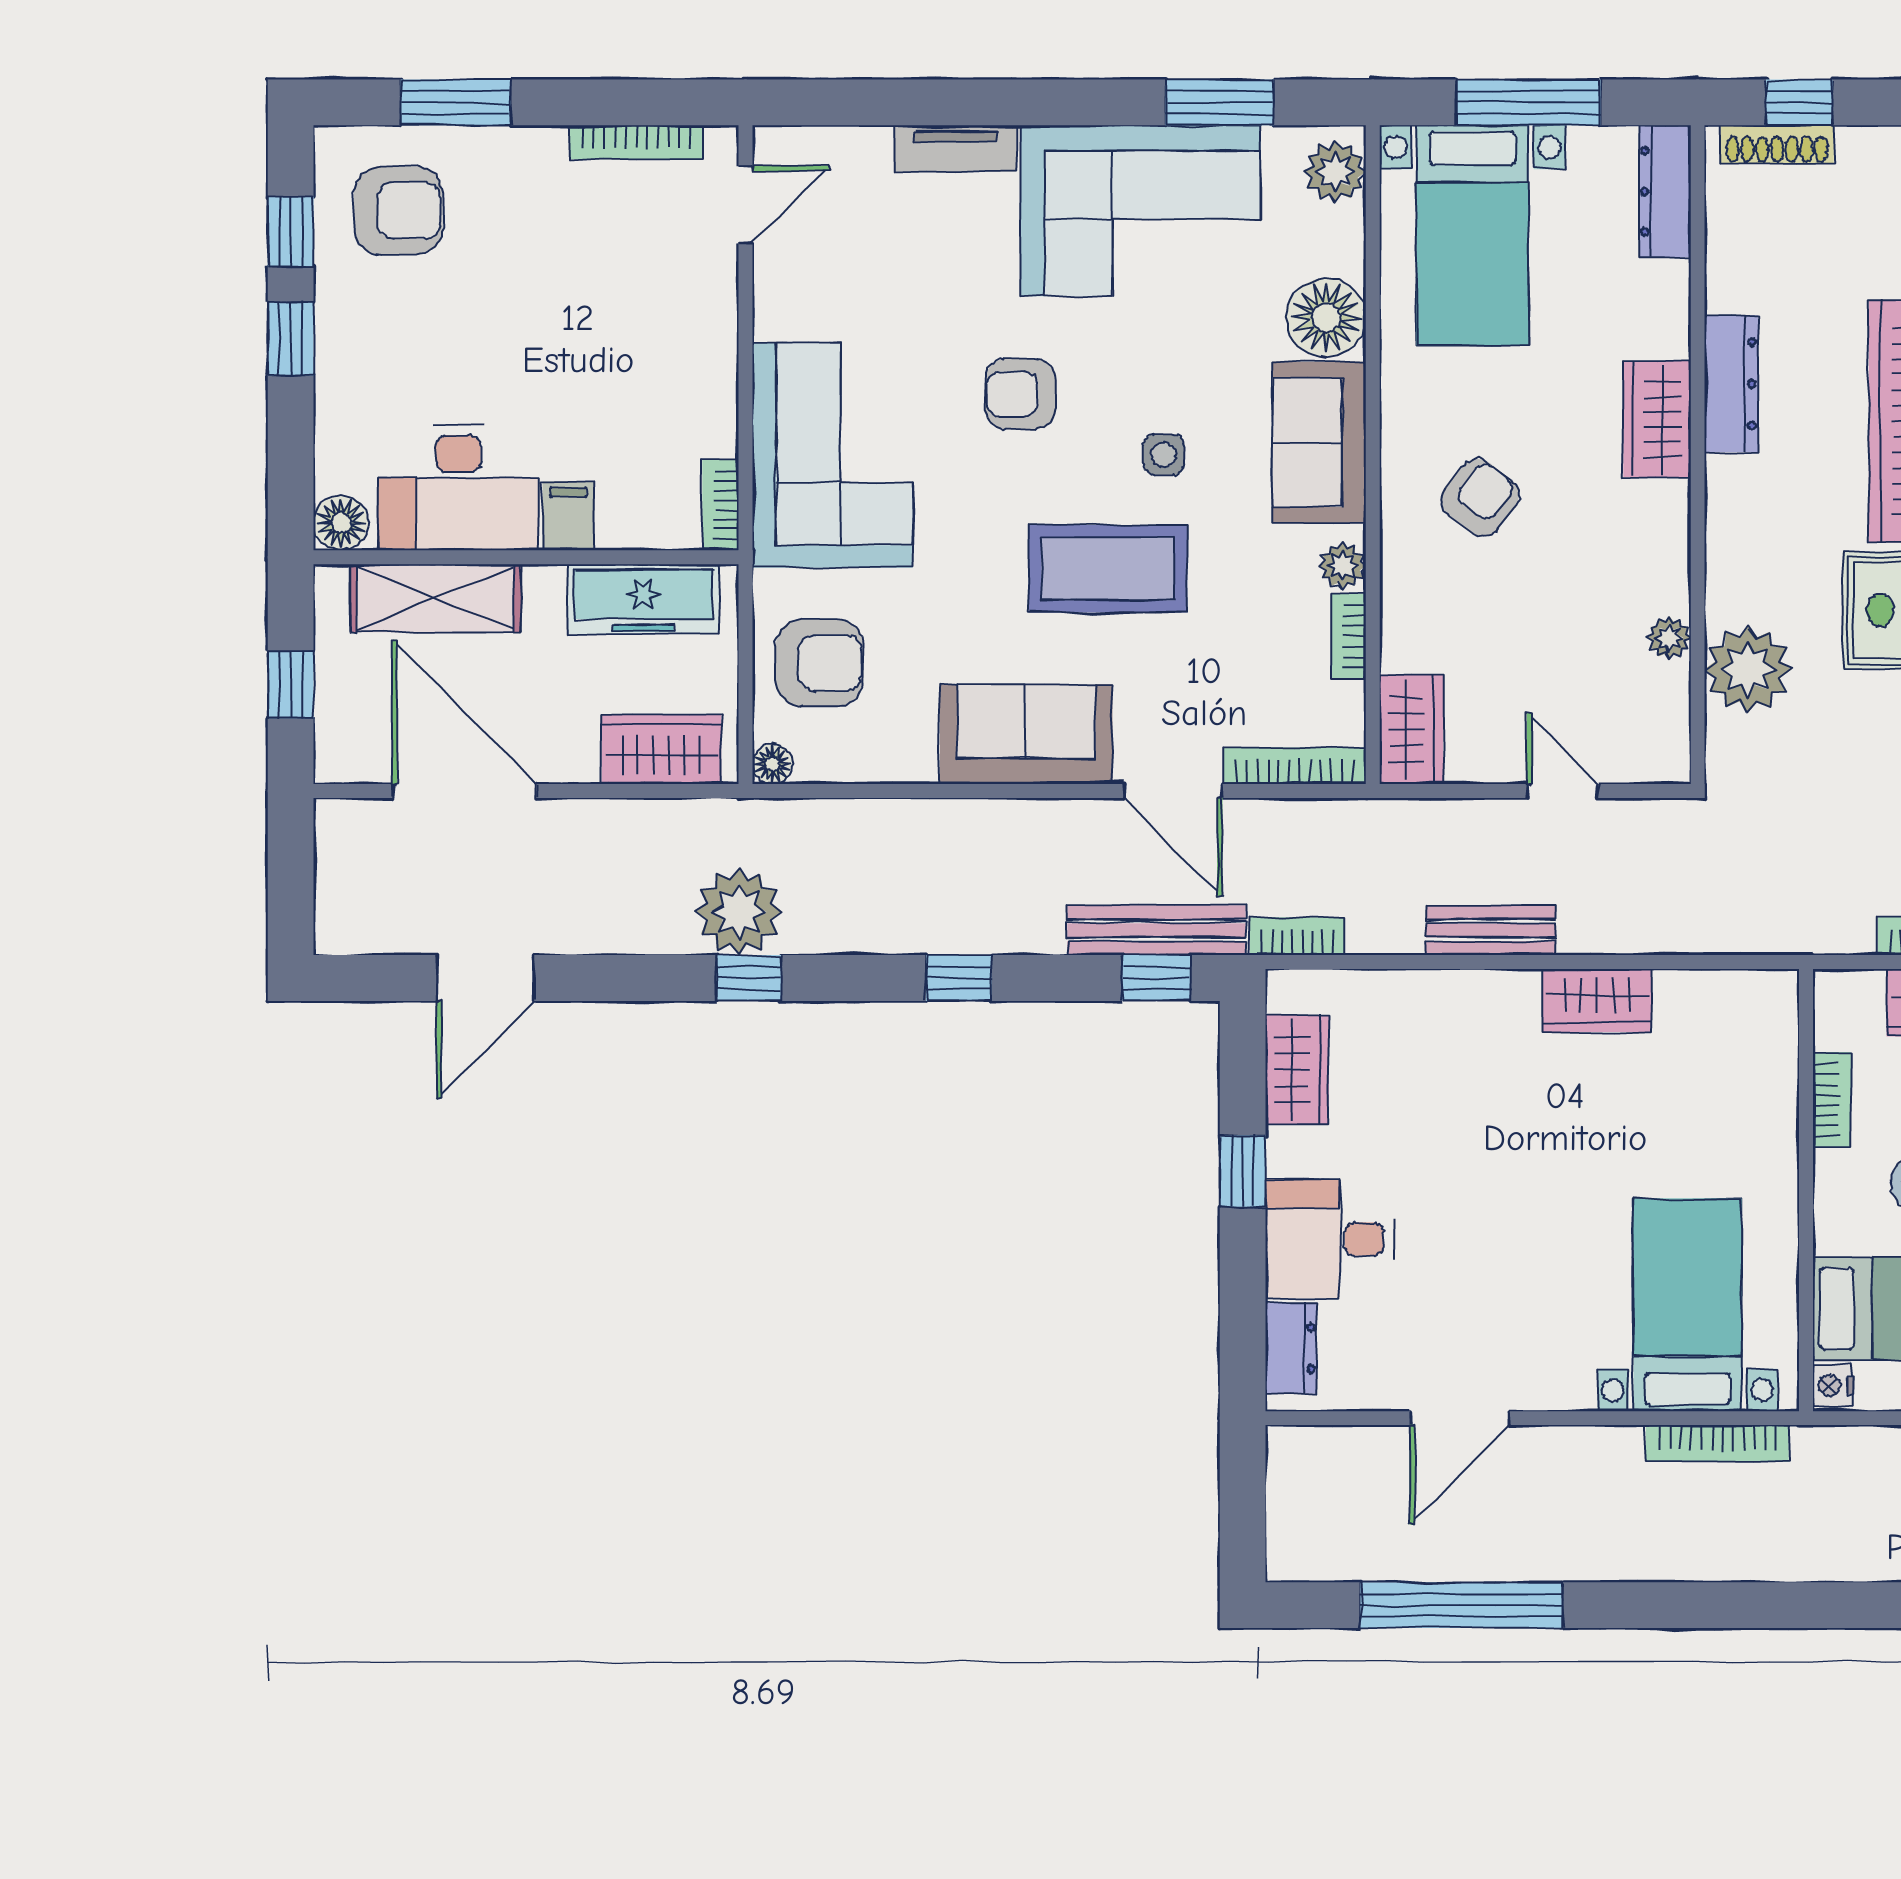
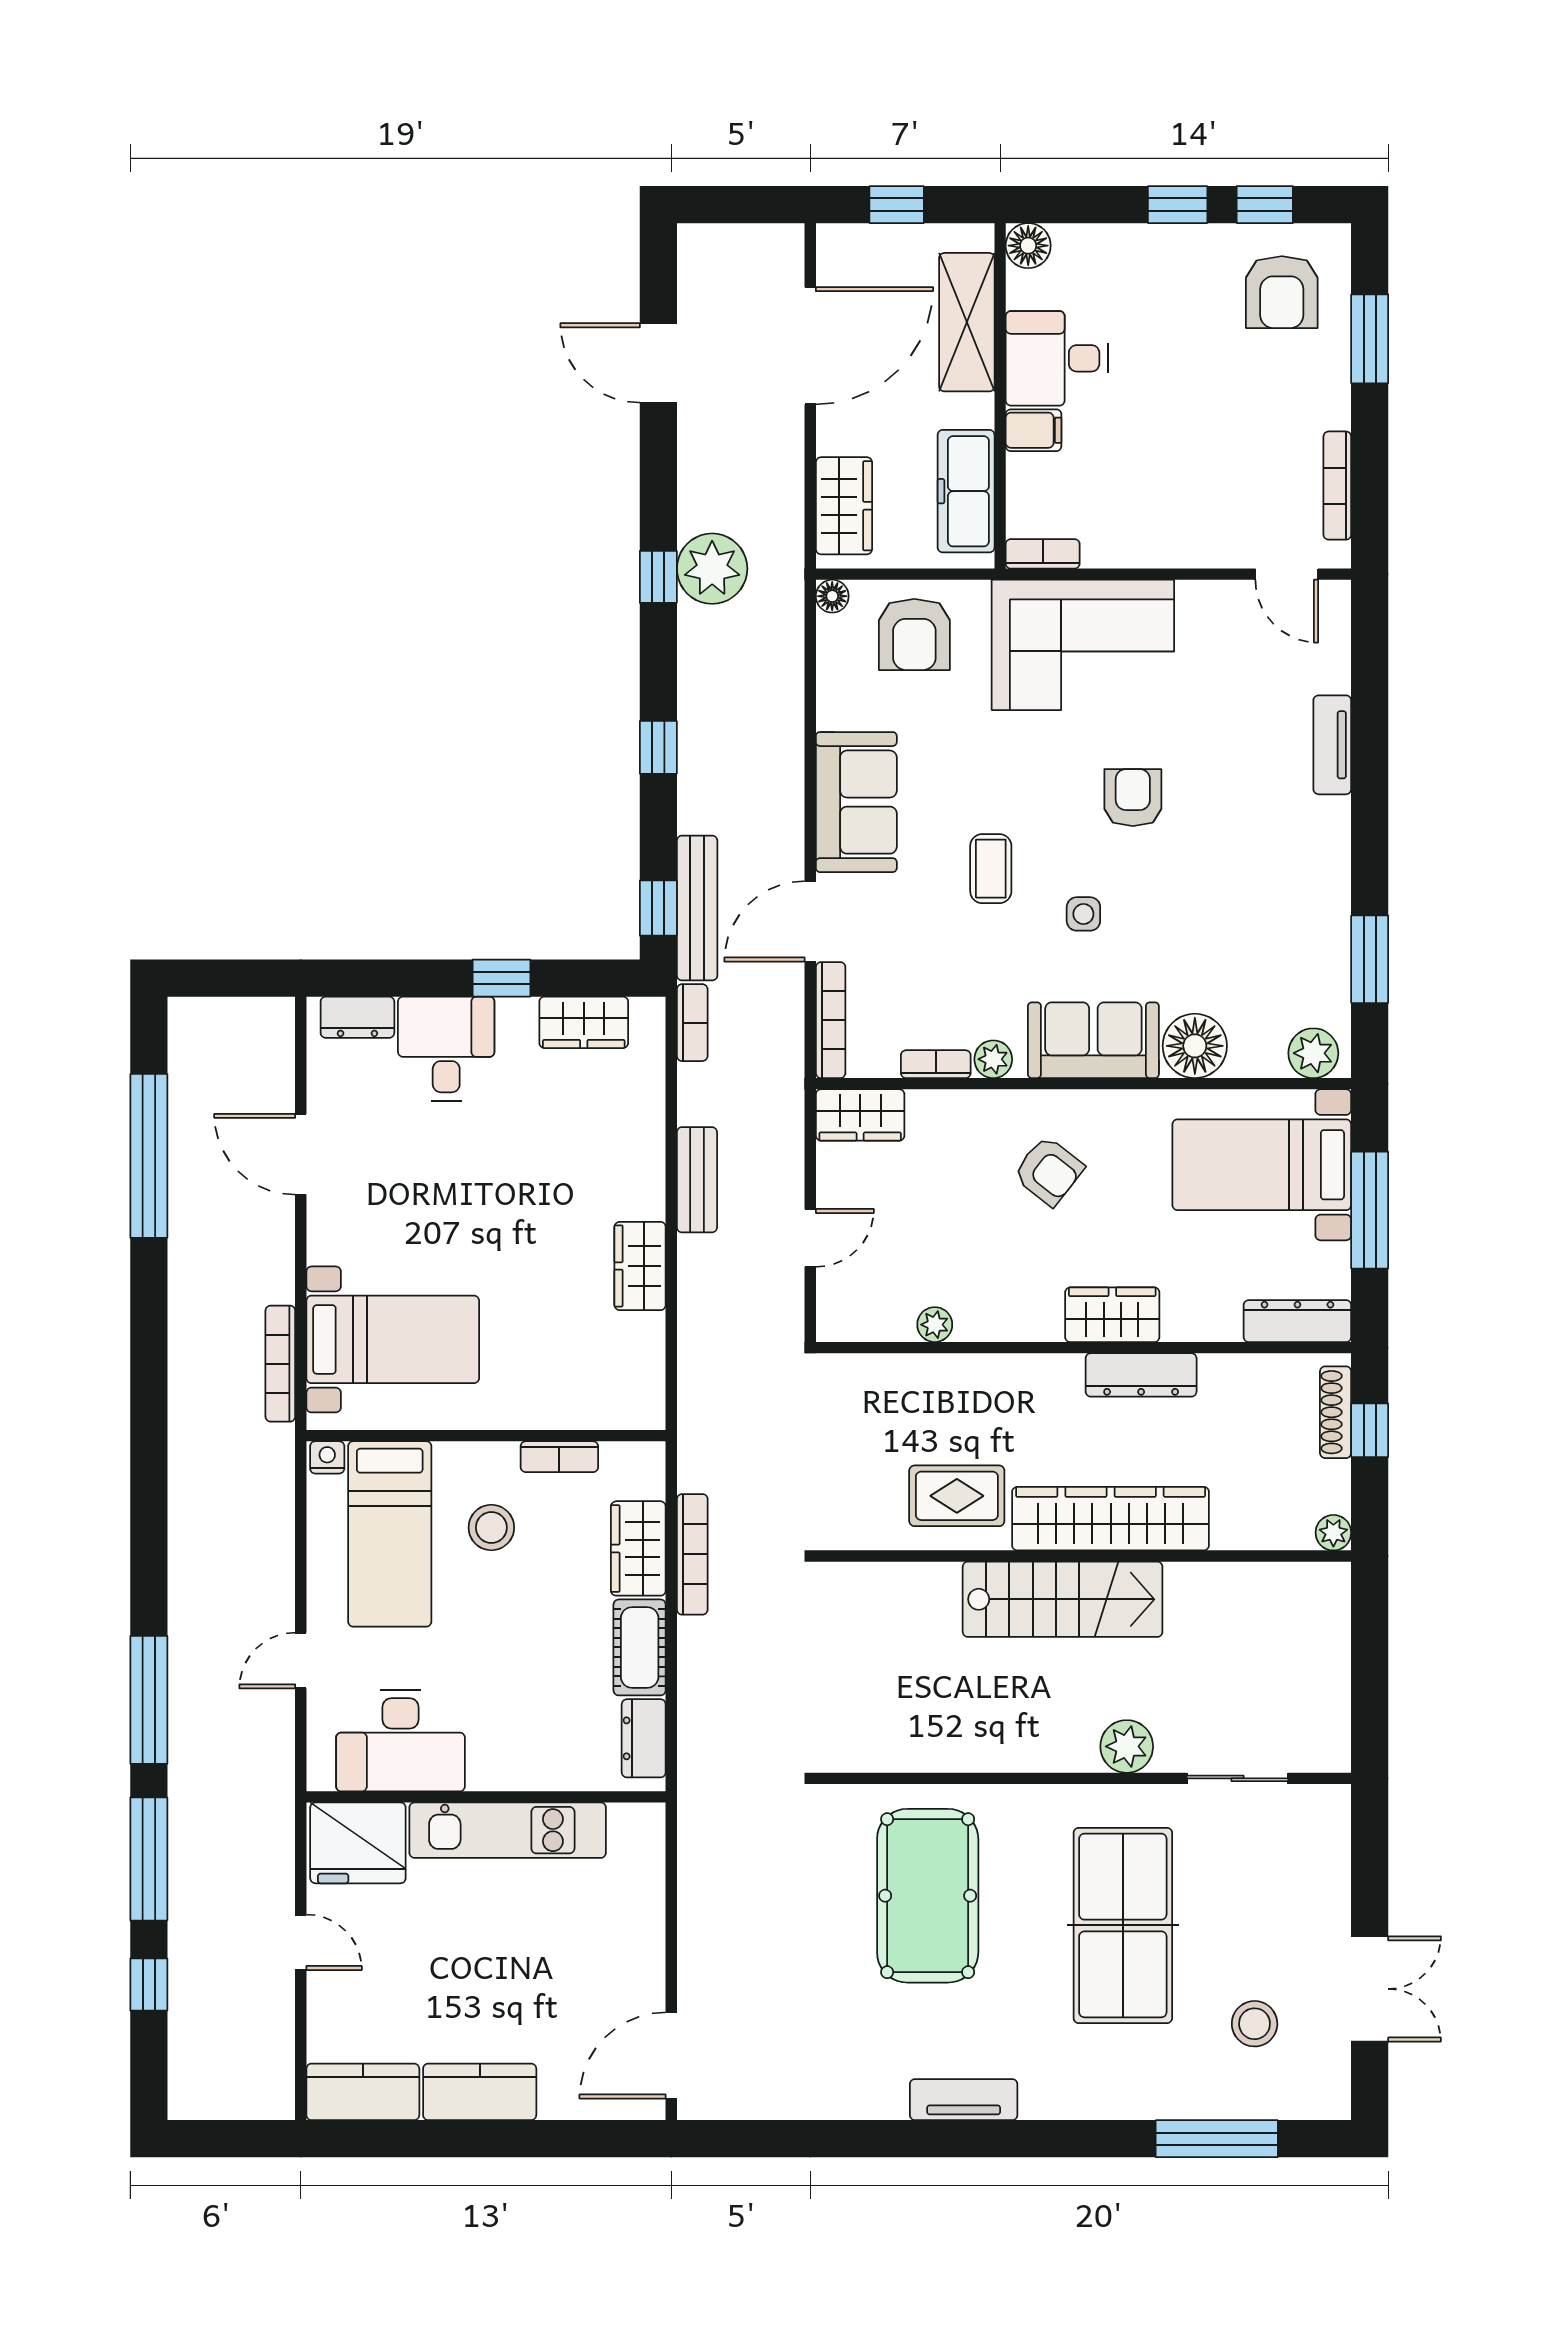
corner sofa: (1141, 211) -> (1282, 895), removed
desk: (458, 488) -> (1057, 358), width x0.73
coffee table: (1108, 569) -> (991, 869), width x0.54, depth x0.58
plant: (1748, 669) -> (909, 1389), removed

